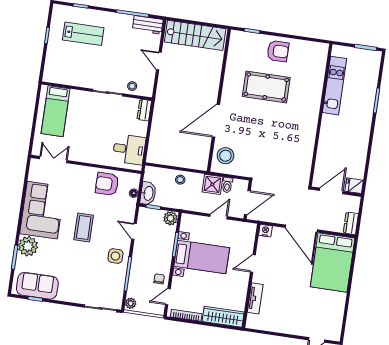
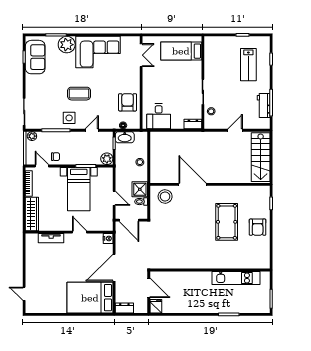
workbench: (148, 25) -> (264, 105), moved
coffee table: (84, 228) -> (79, 94), moved

